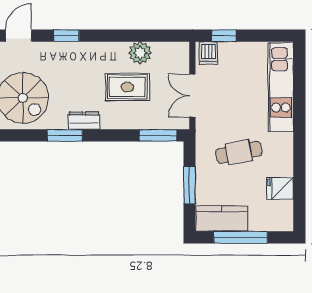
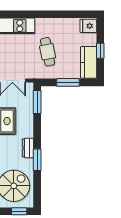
fridge: (280, 188) -> (88, 26), moved, turned 90
window: (241, 237) -> (100, 51), width x0.46

